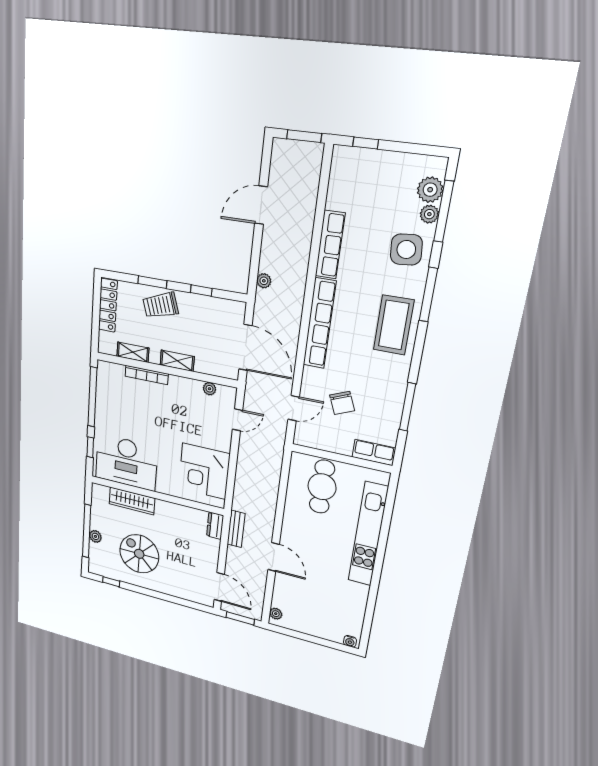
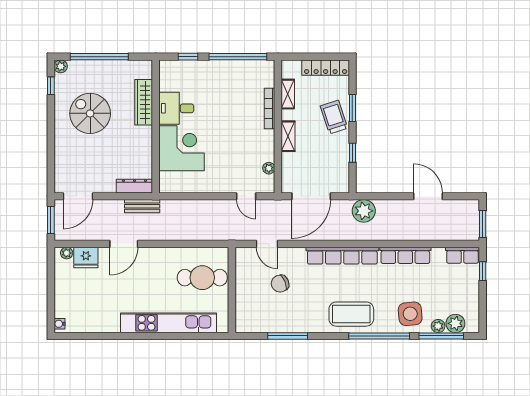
plant: (264, 281) -> (364, 211), width x1.87, depth x1.87
window: (428, 295) -> (379, 336), width x1.46
row of seats: (374, 452) -> (463, 255), moved, turned 90
desk: (126, 462) -> (176, 108), width x0.53, depth x0.77
corner desk: (204, 471) -> (181, 148), moved, turned 90
dresser: (215, 526) -> (134, 186), width x1.44
plant: (95, 536) -> (61, 66), moved
spiral stairs: (139, 554) -> (90, 113), turned -90
fridge: (283, 597) -> (86, 257), added

